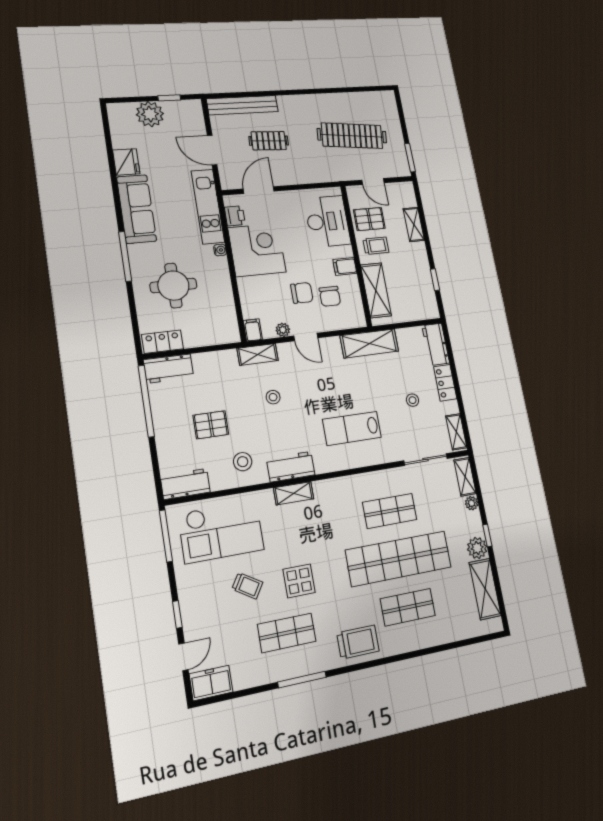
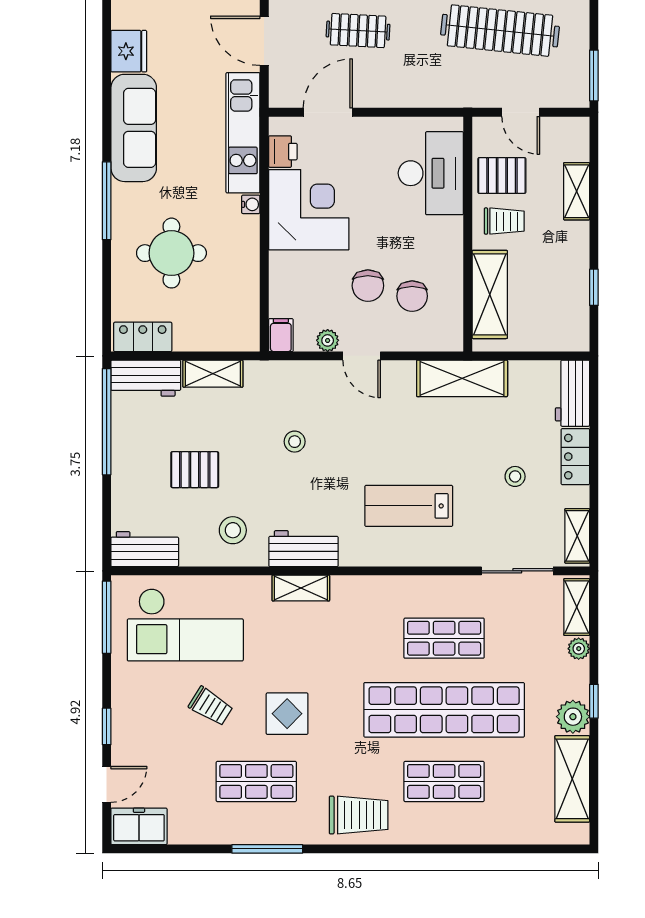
filing cabinet: (345, 266) -> (446, 250), removed
chair: (302, 293) -> (368, 286), turned 90
shelving: (258, 354) -> (213, 374), moved

